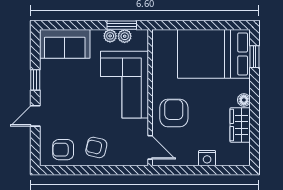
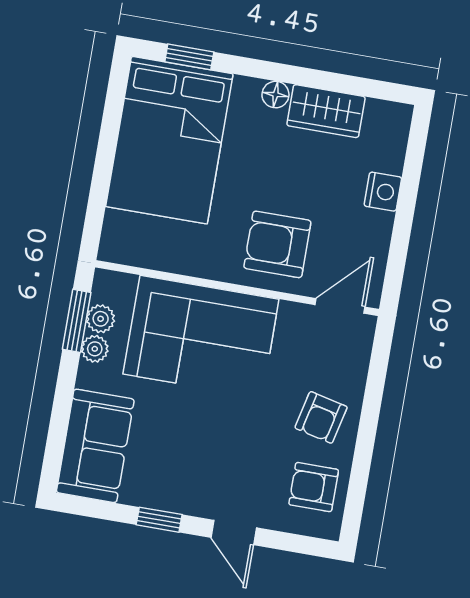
armchair: (63, 150) -> (314, 487), turned 90

